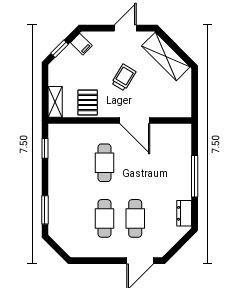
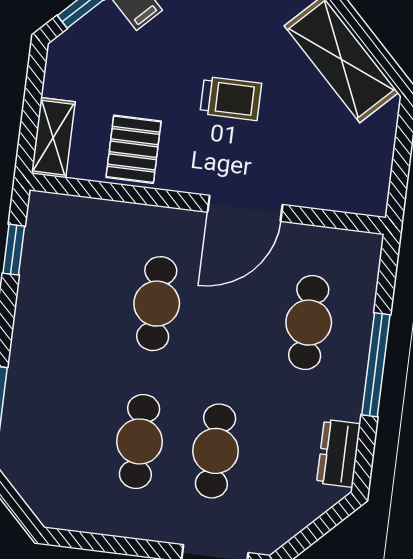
trolley: (124, 77) -> (231, 98), turned 59
door: (135, 121) -> (245, 208), hinge flipped
cafe table: (166, 163) -> (309, 323), added

